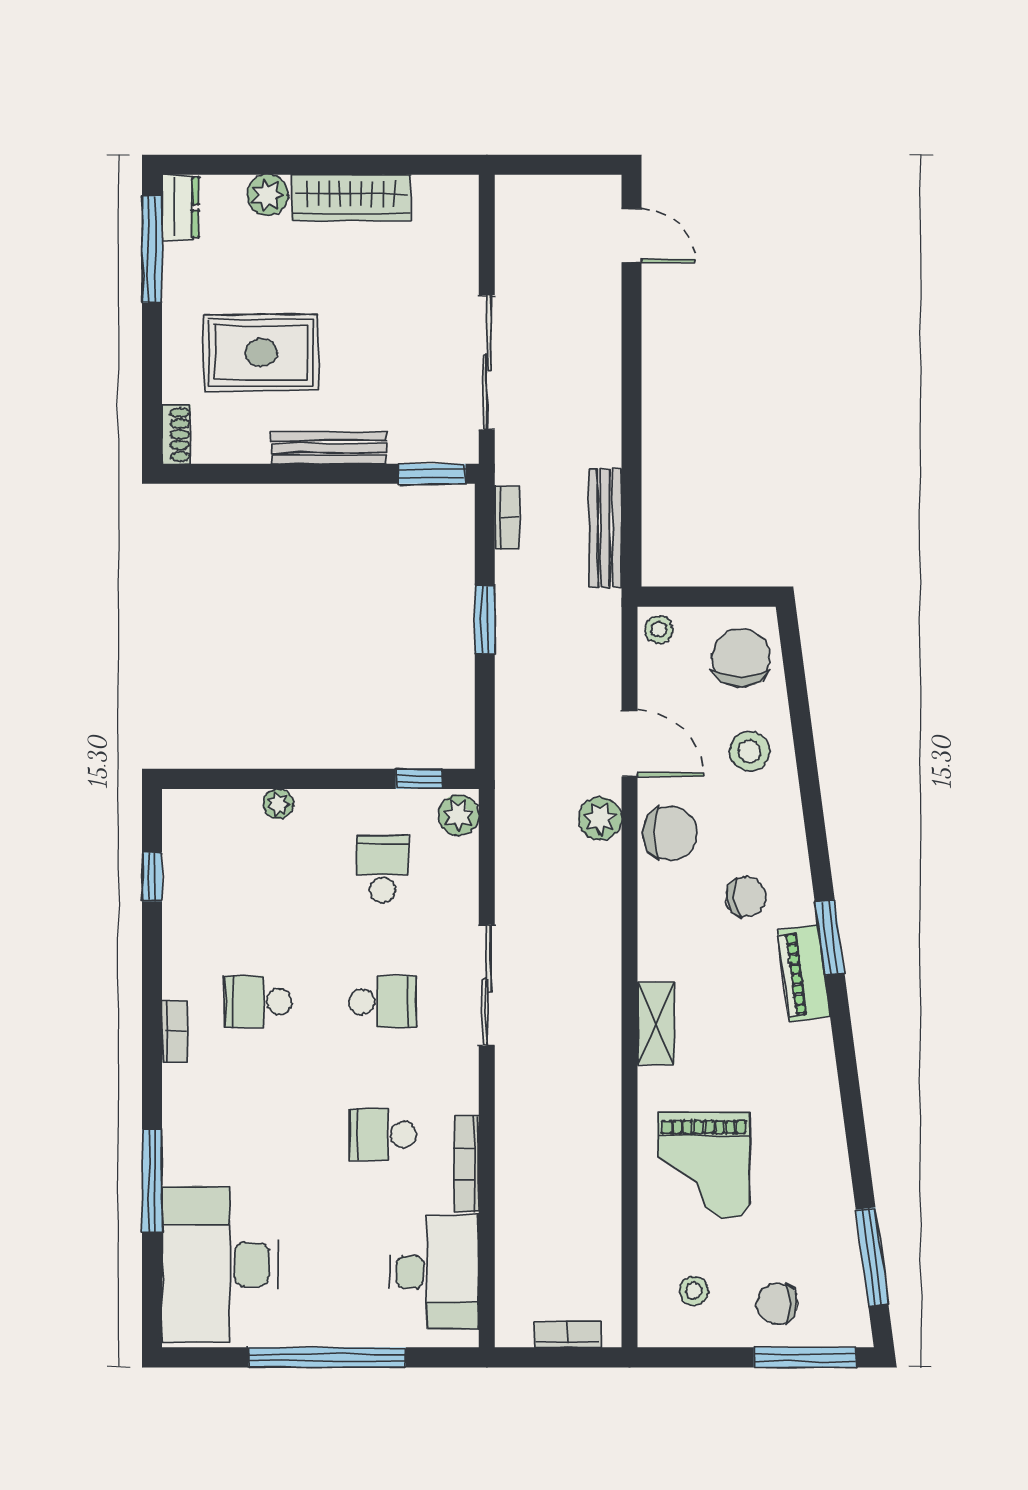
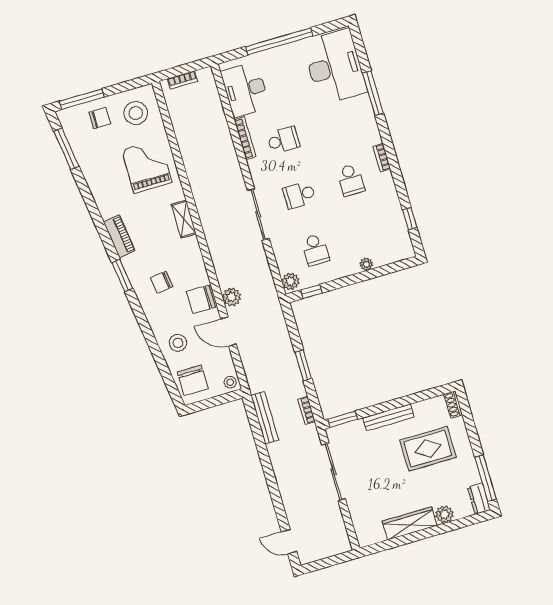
piano: (804, 973) -> (119, 236), moved
school desk: (258, 1002) -> (351, 180), turned 90
stool: (694, 1291) -> (136, 113), width x1.89, depth x1.89

